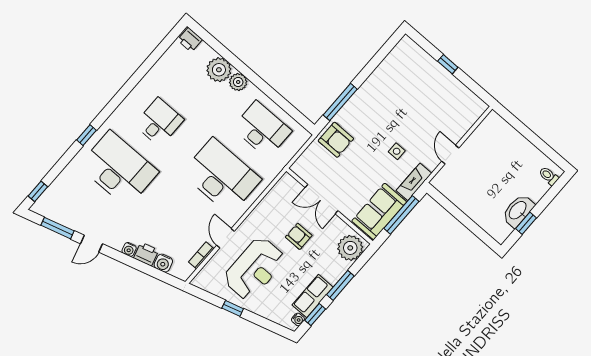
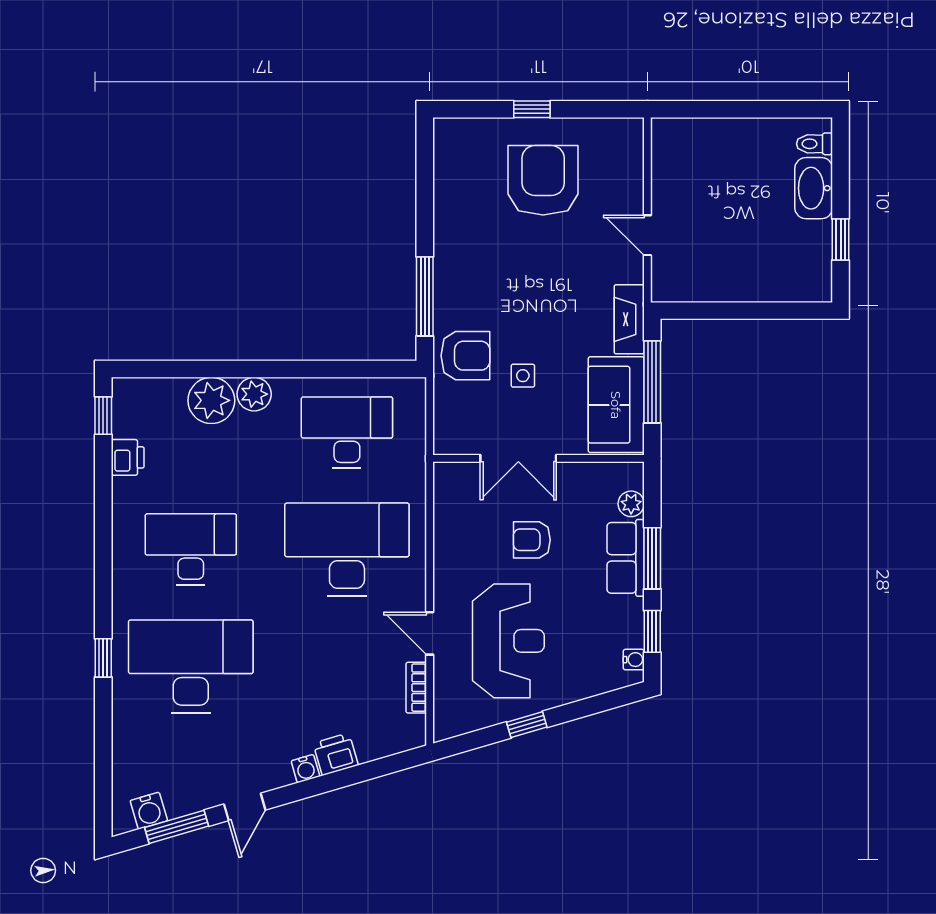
printer: (190, 40) -> (128, 457), moved, turned -90
armchair: (428, 97) -> (543, 180), added
desk: (159, 122) -> (191, 549), width x1.37
side table: (397, 151) -> (523, 376), moved
window: (38, 191) -> (103, 416), moved
washbasin: (518, 211) -> (814, 188), moved
plant: (350, 248) -> (631, 504), width x0.53, depth x0.53
water cooler: (163, 263) -> (149, 811), moved
row of seats: (313, 296) -> (626, 558), moved

